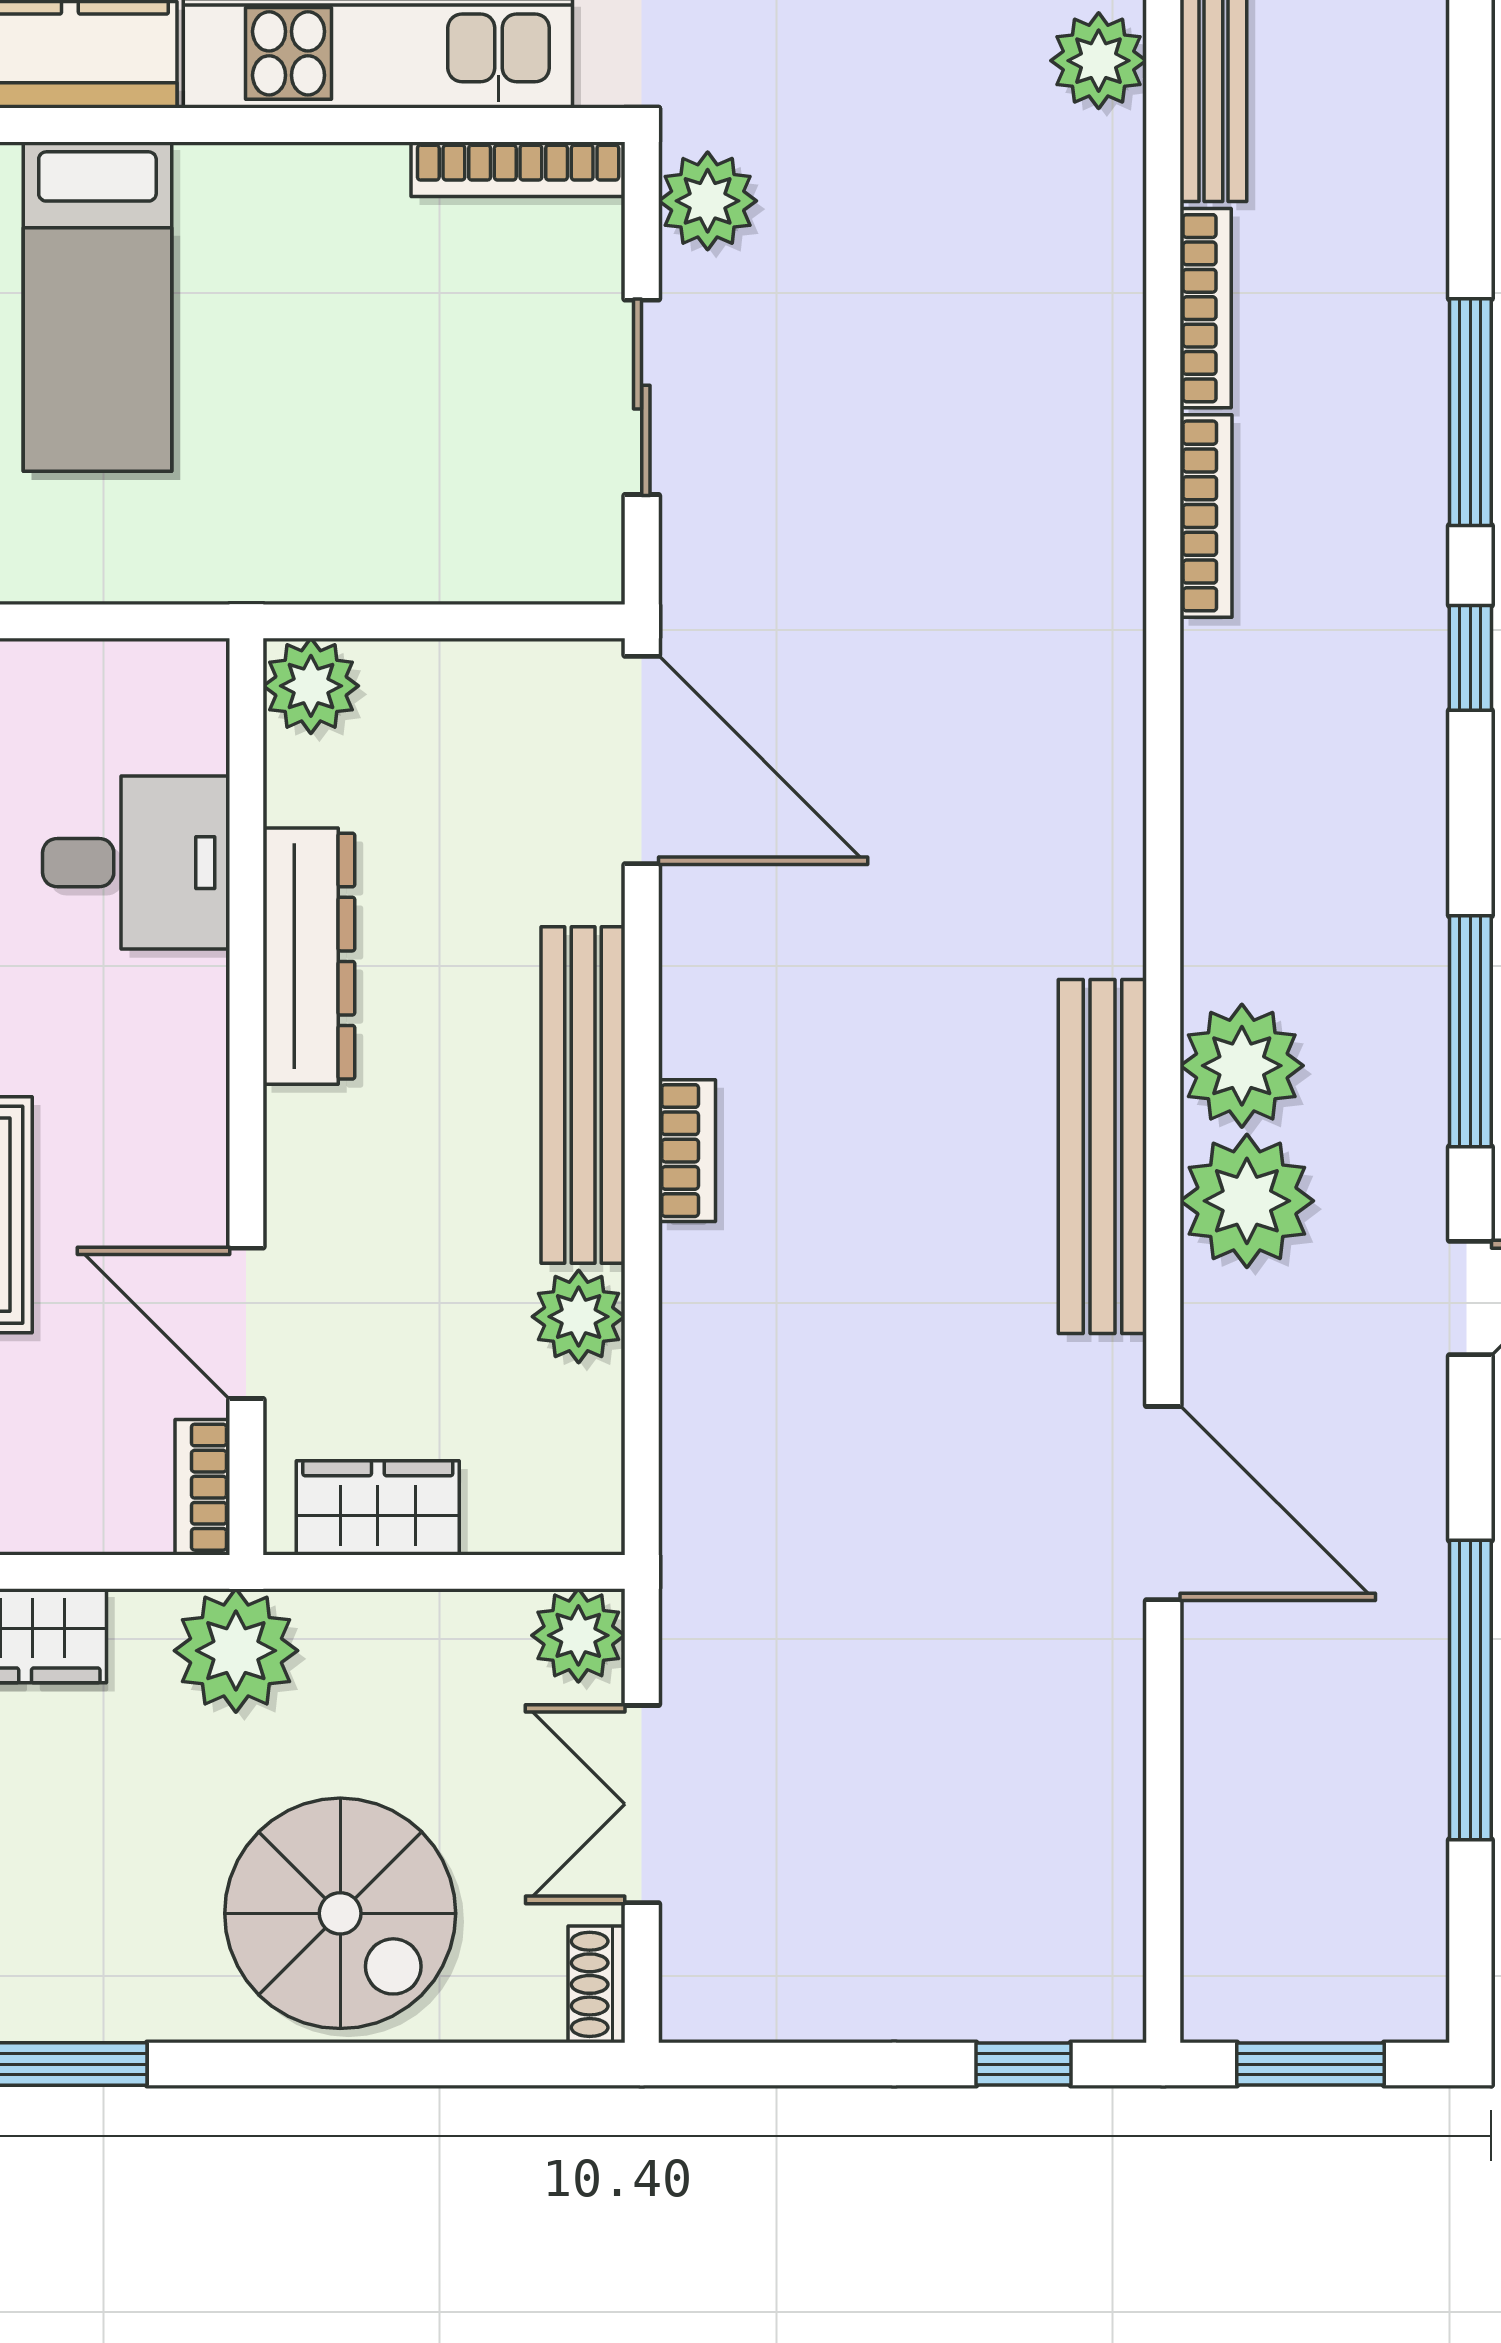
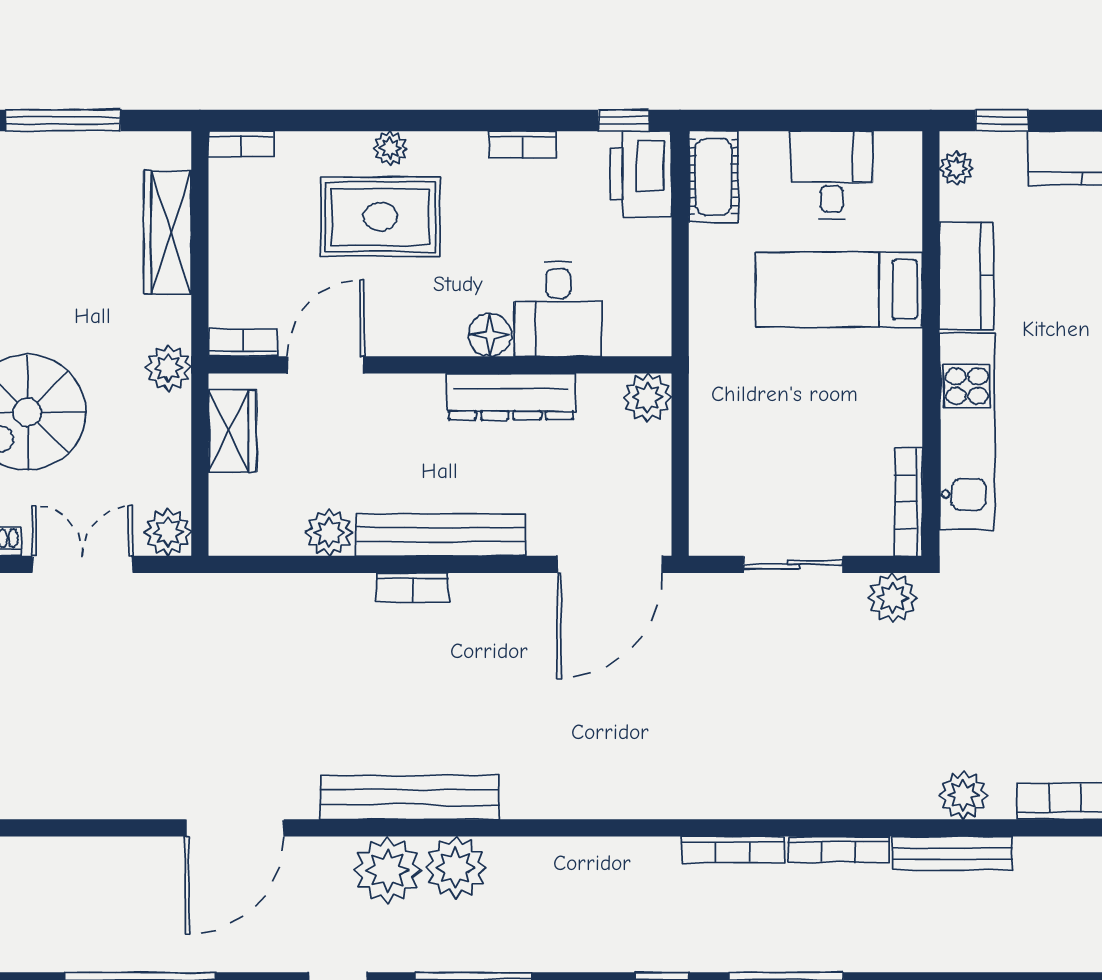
floor lamp: (187, 998) -> (490, 335), added
plant: (236, 1651) -> (168, 368), width x0.73, depth x0.73

